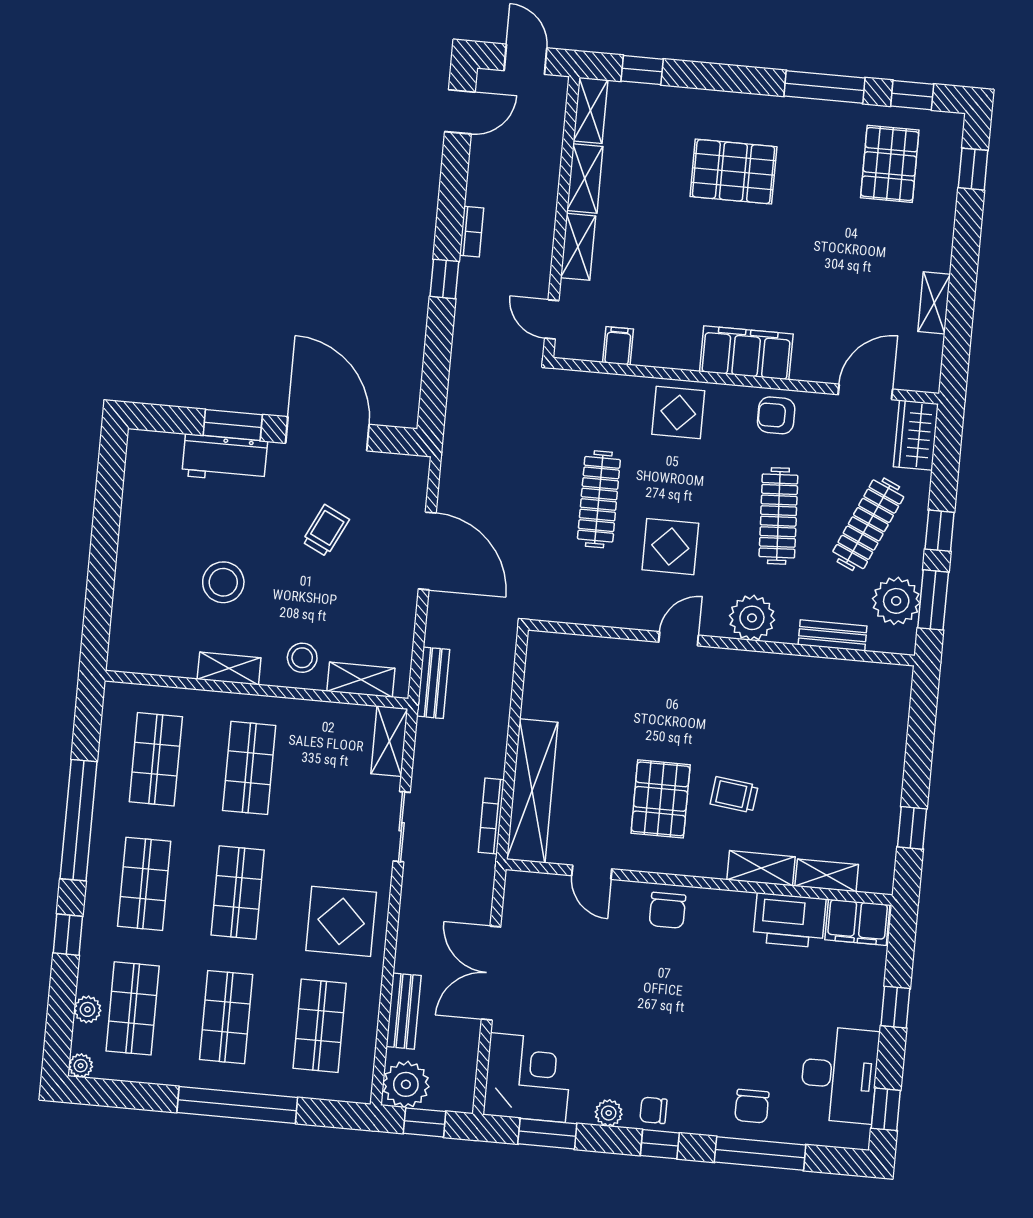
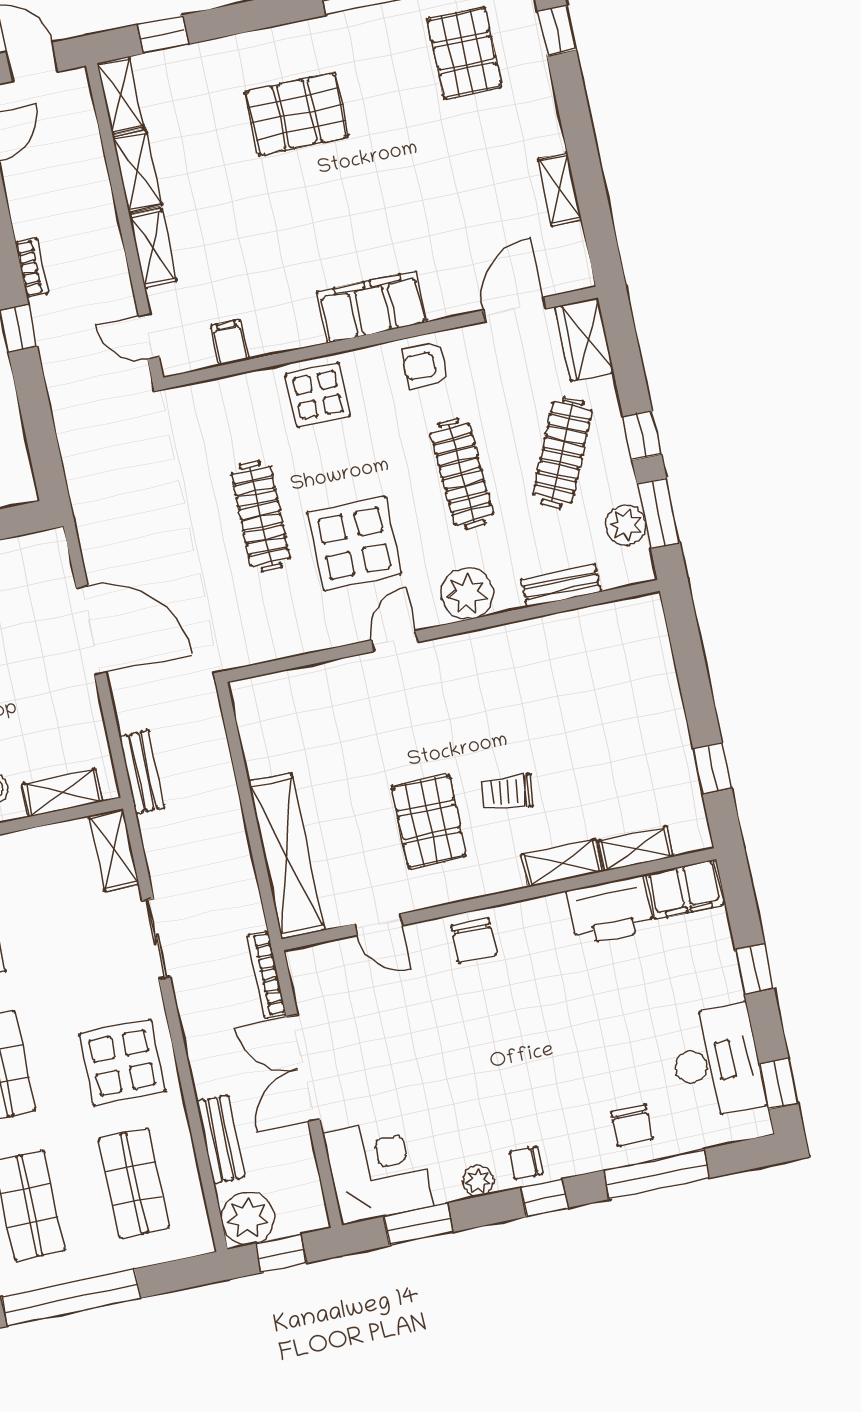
display table: (670, 547) -> (354, 544), width x1.36, depth x1.36
plant: (896, 601) -> (626, 525), width x0.73, depth x0.73
bookcase: (491, 816) -> (267, 975), moved

